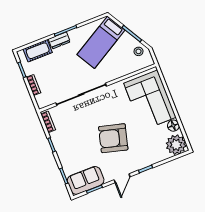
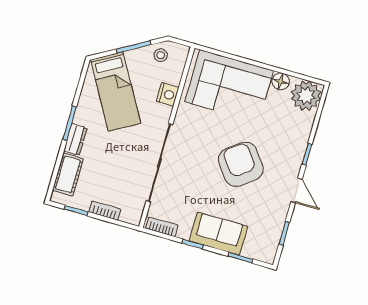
nightstand: (121, 71) -> (168, 94), added
armchair: (113, 138) -> (241, 164), turned 128
sofa: (86, 180) -> (218, 234), moved, turned 90

